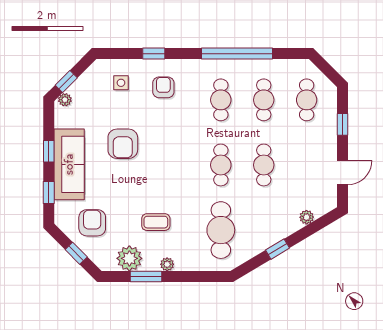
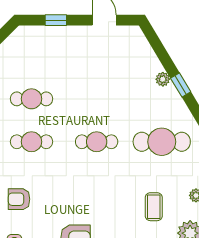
cafe table: (307, 100) -> (32, 56), removed
cafe table: (264, 165) -> (97, 99), removed
plant: (307, 217) -> (163, 79), moved

